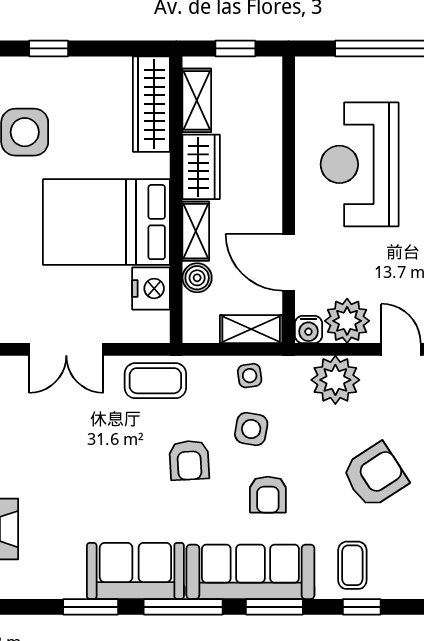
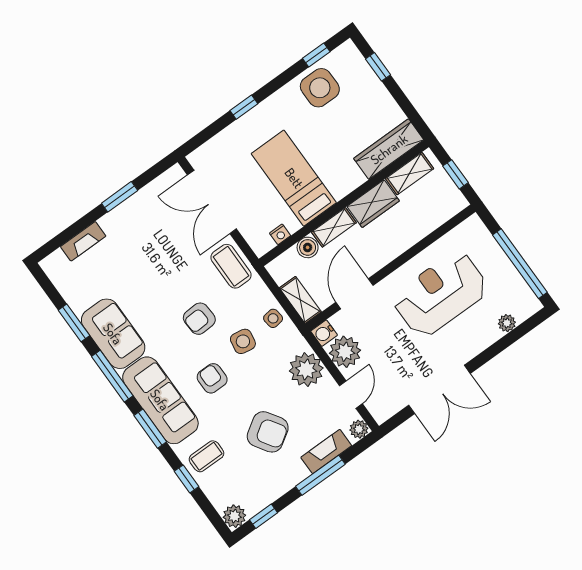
bed: (106, 222) -> (294, 178), width x0.67
nightstand: (151, 288) -> (280, 234), width x0.53, depth x0.56
double door: (66, 349) -> (212, 202), width x1.37
armchair: (268, 495) -> (212, 378), turned 90

